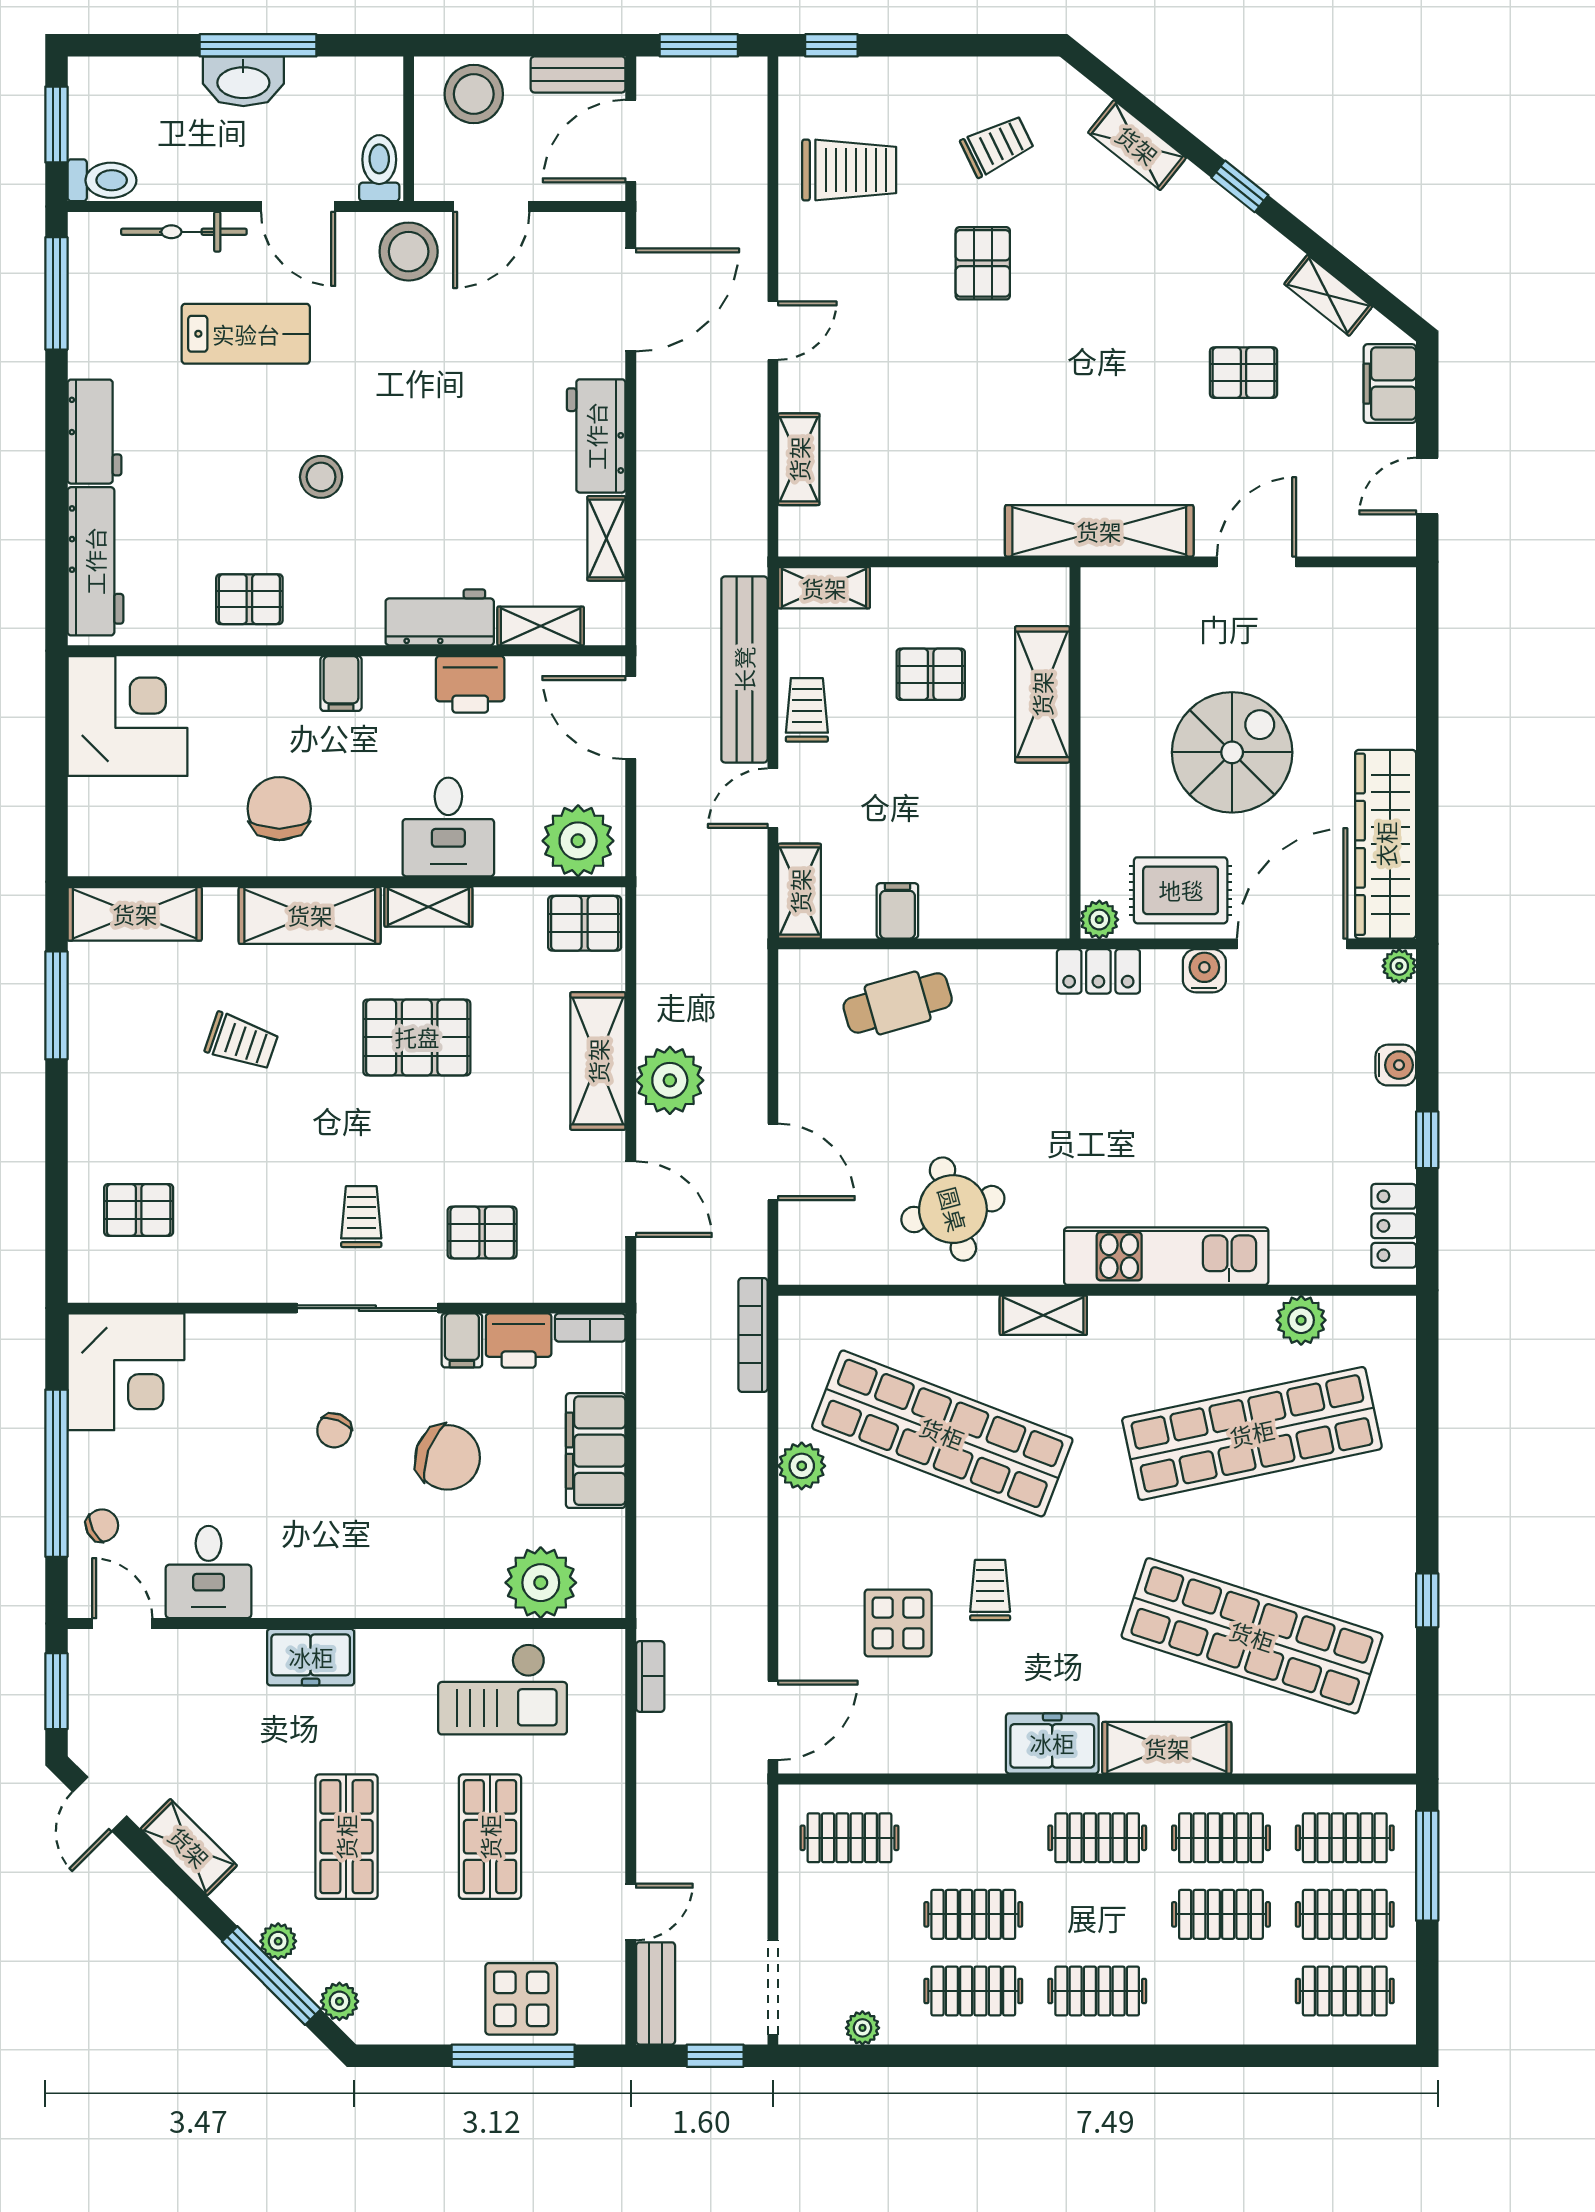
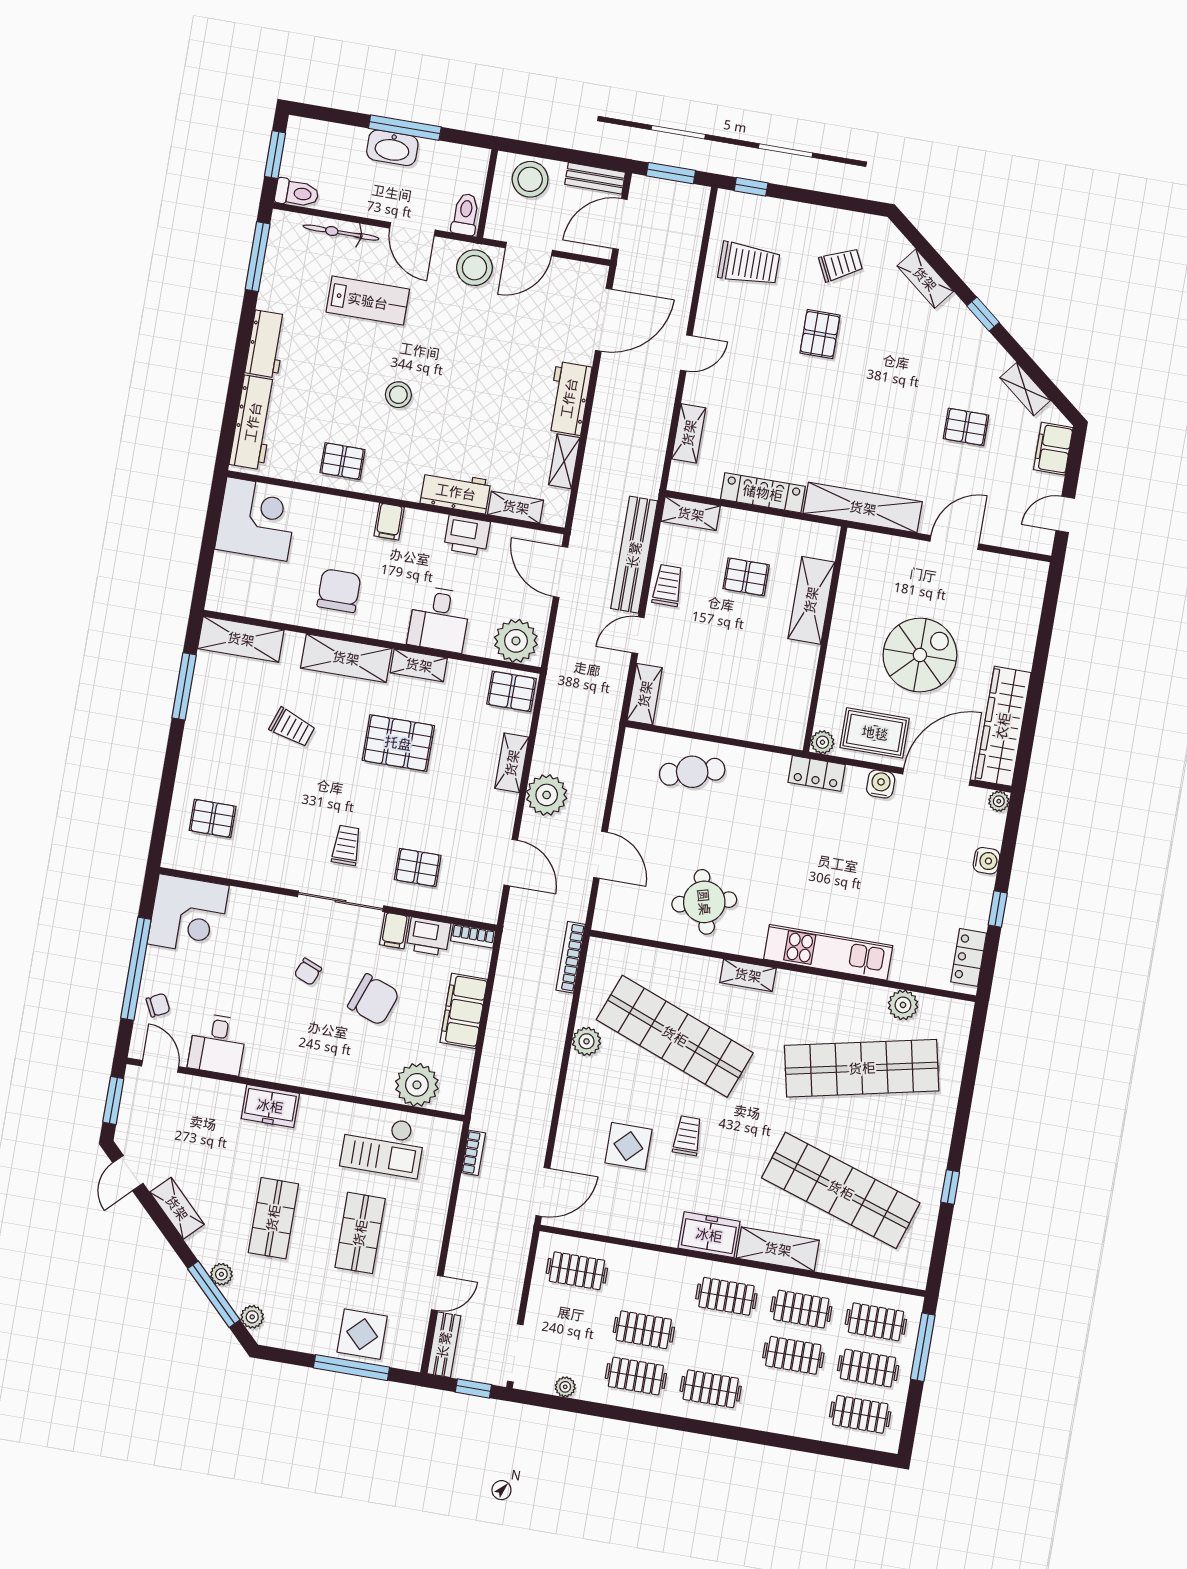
locker: (935, 534) -> (763, 493), added
filing cabinet: (897, 911) -> (702, 716), removed
shelving: (598, 1061) -> (512, 763), width x0.67, depth x0.75

